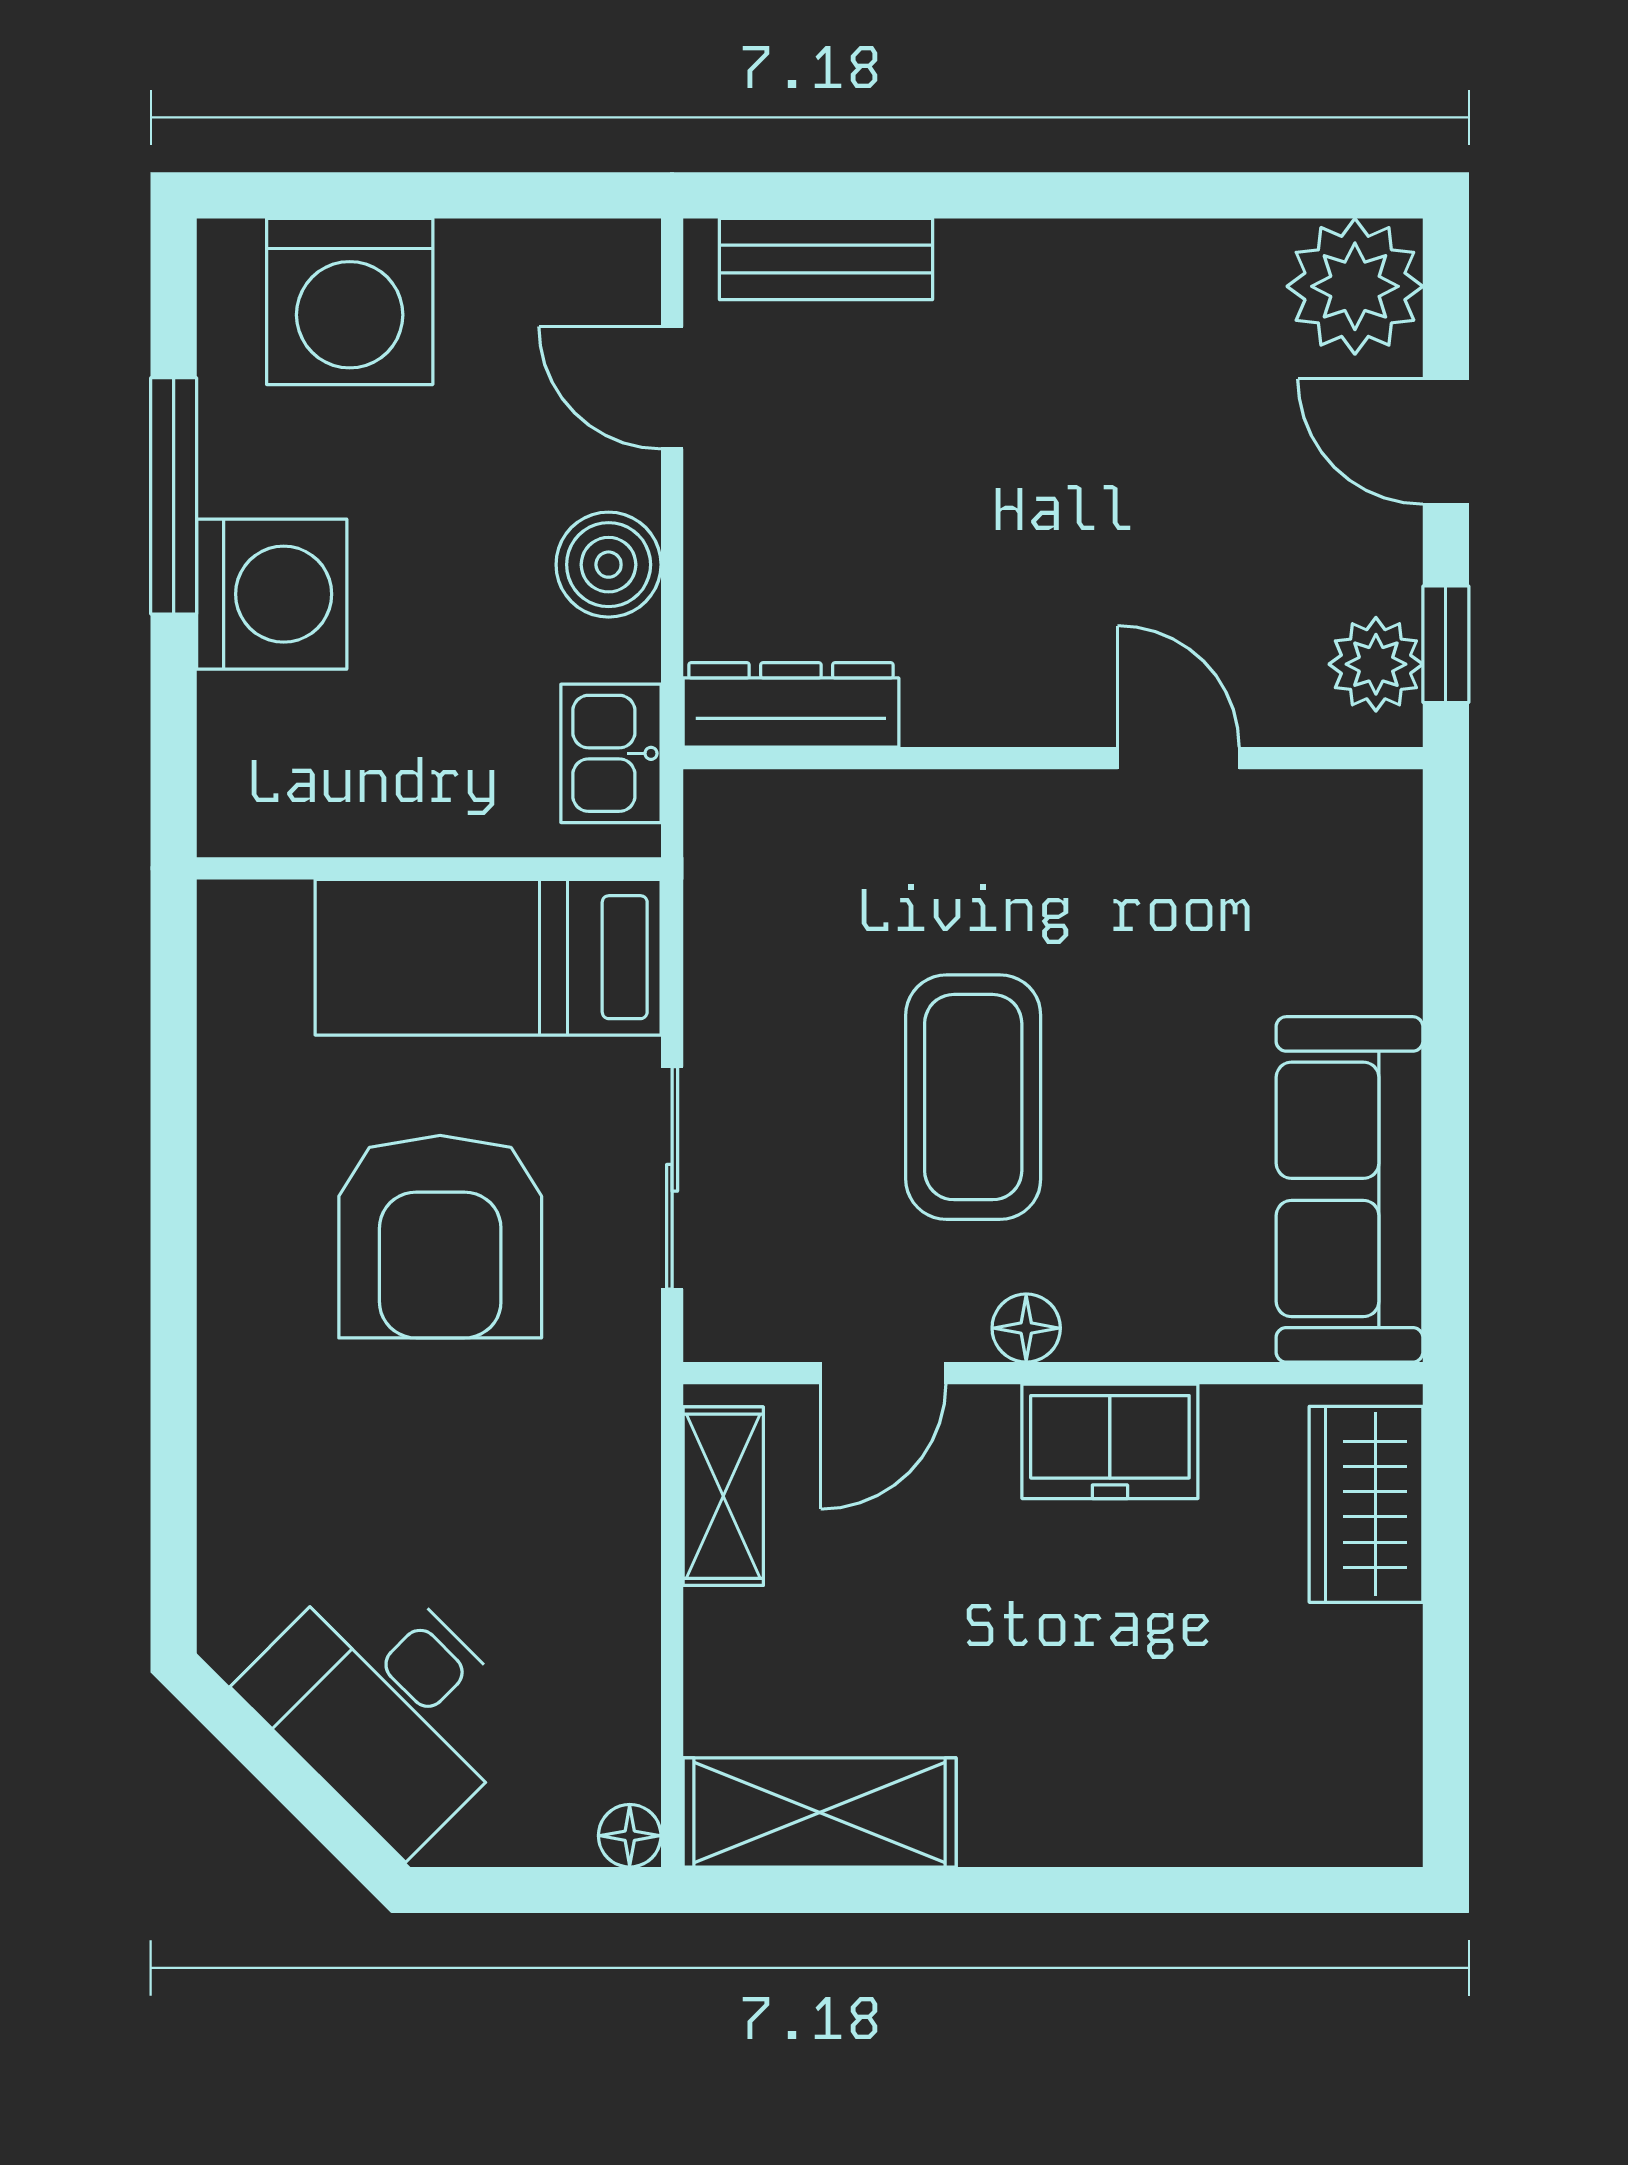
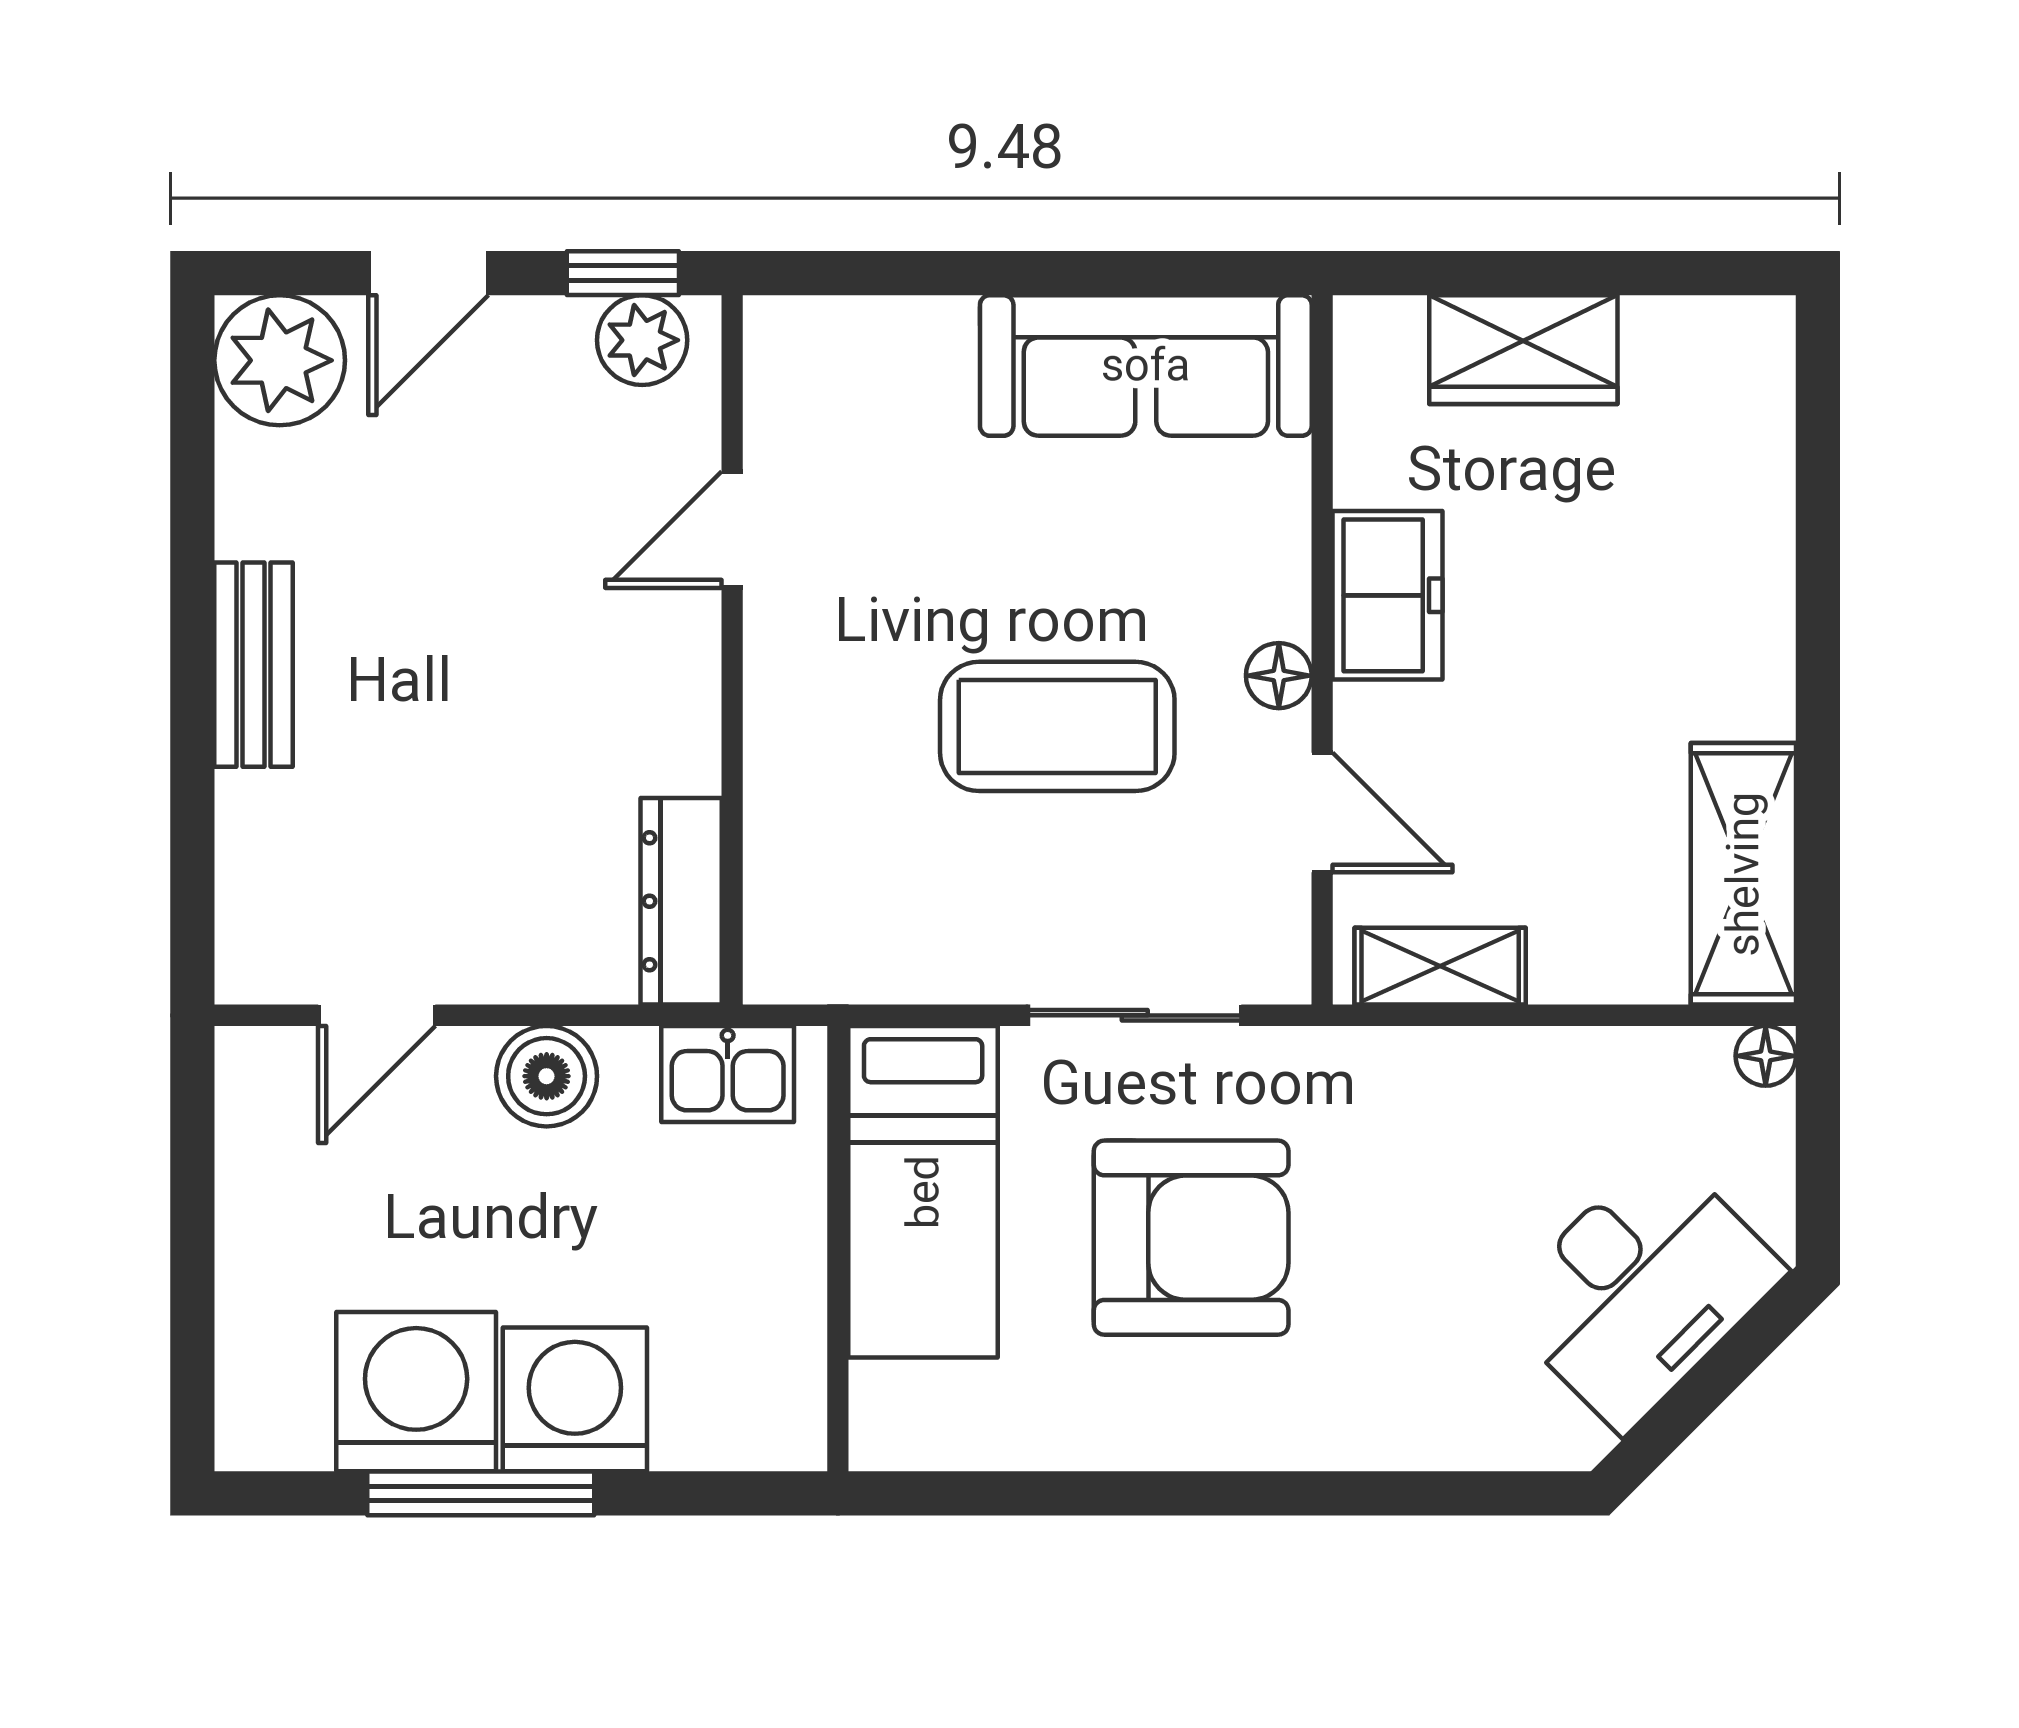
bench: (826, 259) -> (253, 665), moved
washing machine: (350, 301) -> (416, 1392), moved, turned -90
wardrobe: (1366, 1504) -> (1523, 350), moved

